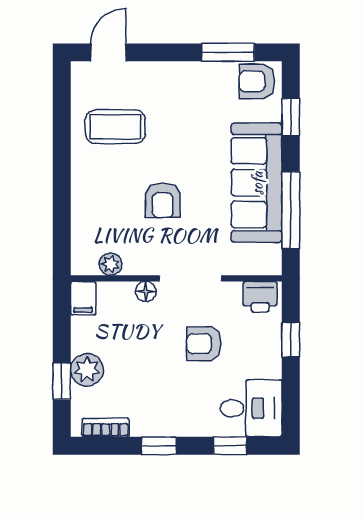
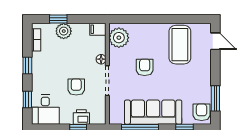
coffee table: (115, 127) -> (180, 45), width x1.36, depth x1.32
armchair: (163, 200) -> (145, 67), turned 90
plant: (111, 264) -> (119, 38), width x1.87, depth x1.87
printer: (260, 297) -> (81, 117), moved, turned 90

